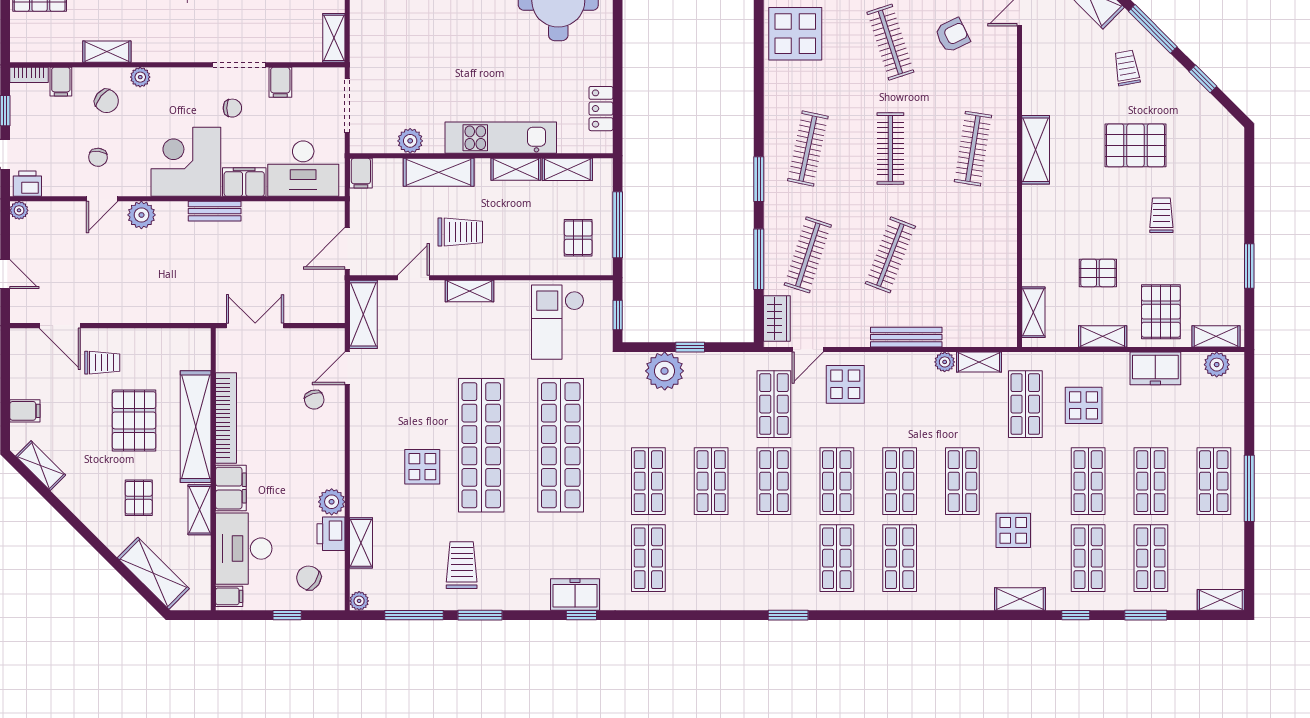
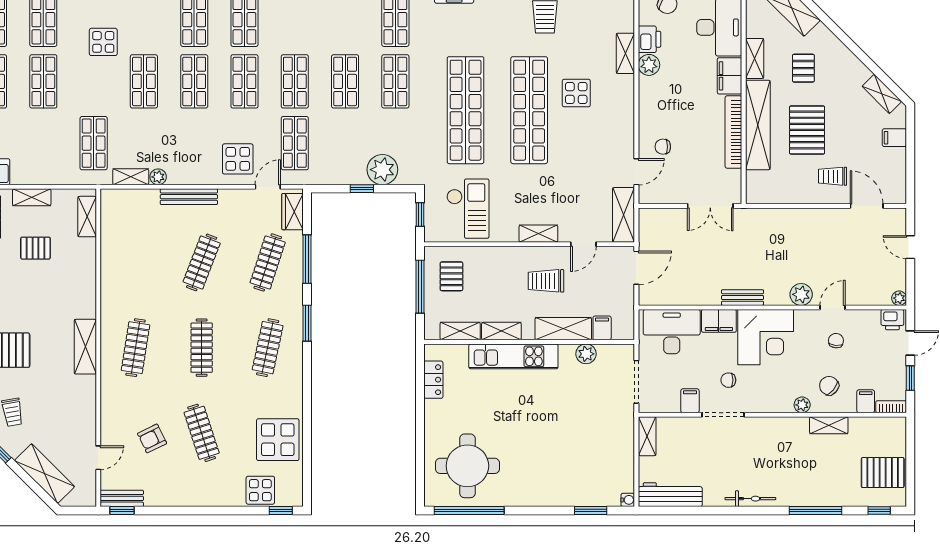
filing cabinet: (361, 173) -> (602, 328), moved
chair: (314, 400) -> (663, 147), turned -73
display table: (1084, 405) -> (47, 142), removed
shelving: (361, 543) -> (625, 53), moved

